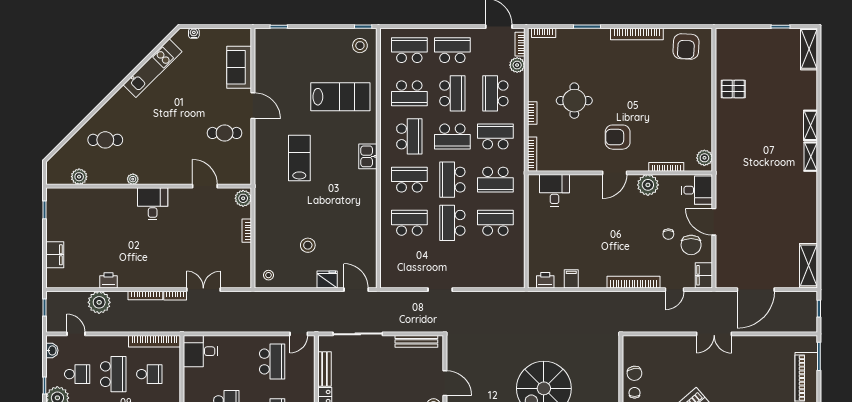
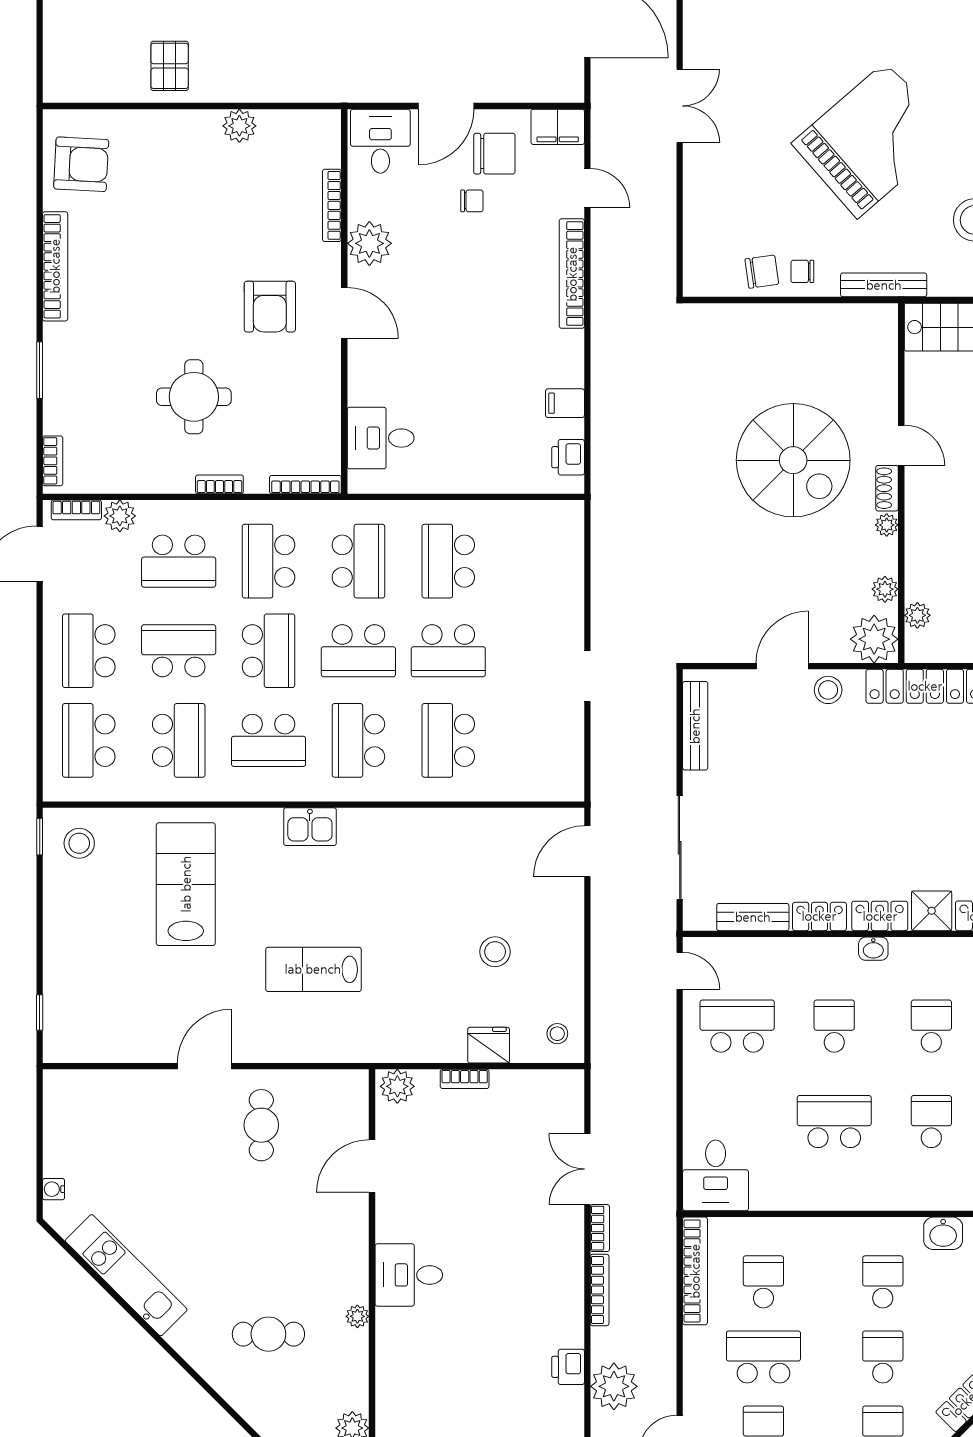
sofa: (239, 67) -> (124, 1095), removed
school desk: (409, 136) -> (269, 740), turned 180
cafe table: (105, 140) -> (268, 1334), moved, turned 90
plant: (704, 158) -> (239, 126), moved
fridge: (327, 279) -> (489, 1045), moved, turned 90

